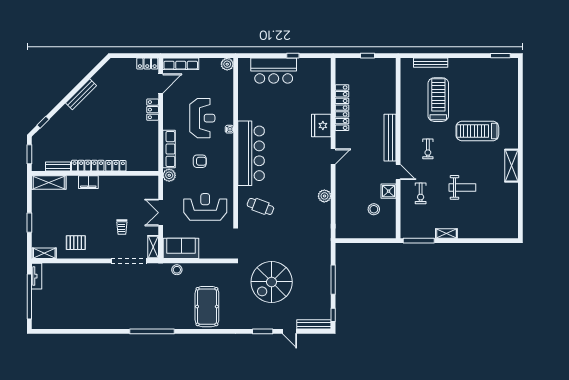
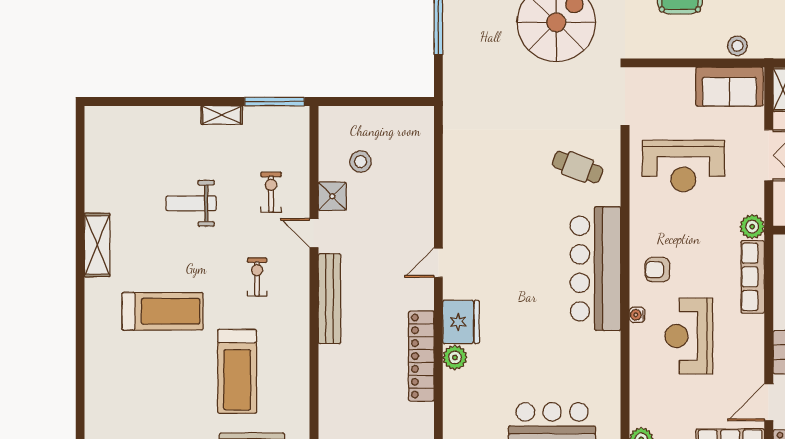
armchair: (200, 161) -> (657, 270), moved
plant: (324, 196) -> (455, 357), moved

